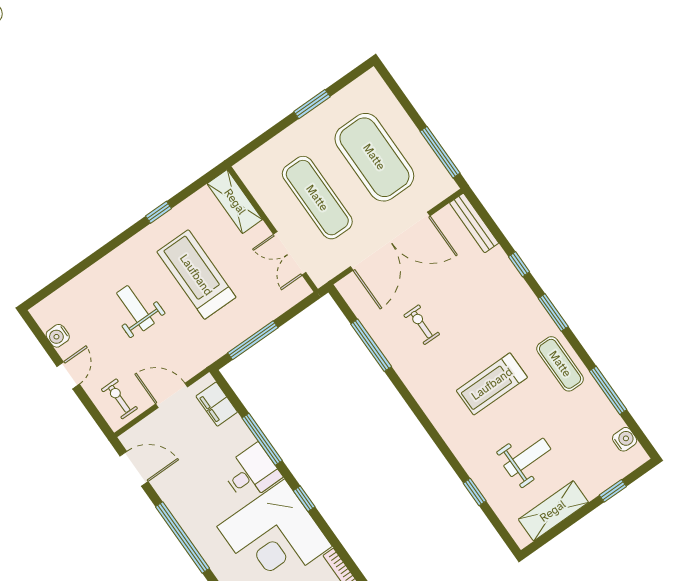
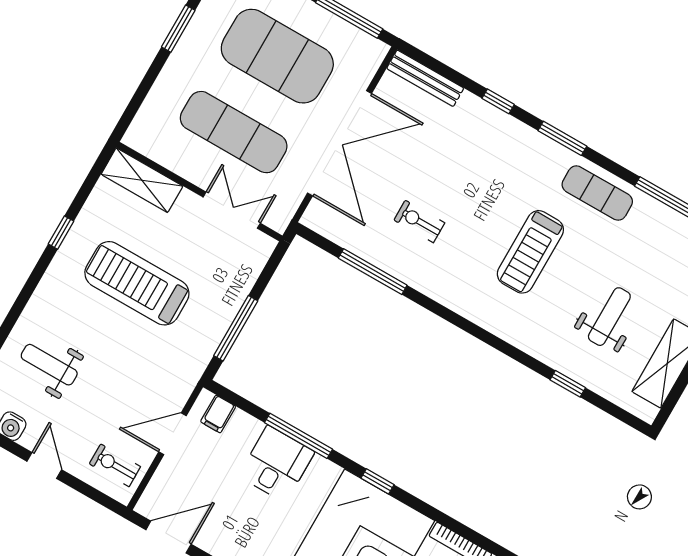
double door: (290, 253) -> (232, 210), swing flipped
weight bench: (135, 308) -> (49, 365), moved
filing cabinet: (217, 404) -> (218, 414), width x0.50
desk: (251, 473) -> (276, 464), moved

